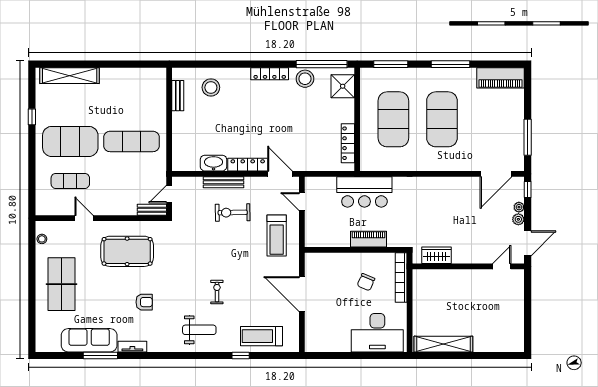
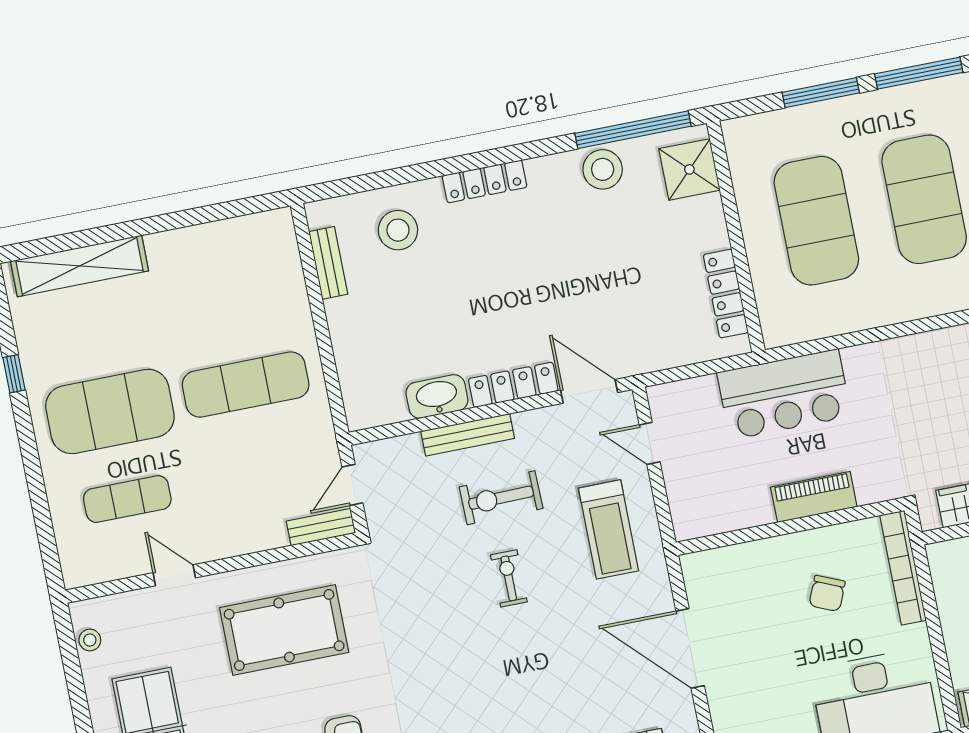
window: (391, 64) -> (821, 93), moved
locker: (270, 74) -> (485, 181), moved
exercise bike: (217, 292) -> (509, 578), moved

